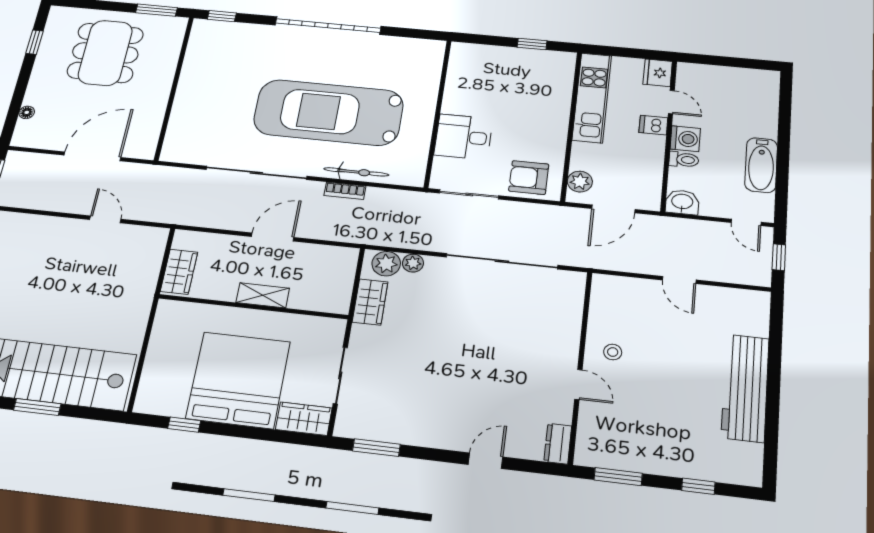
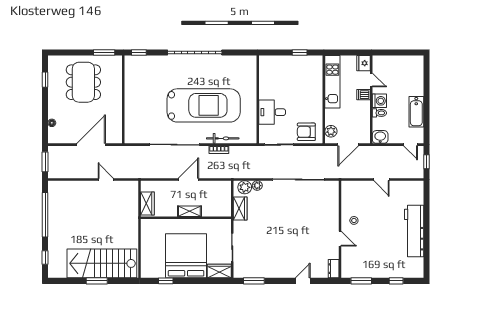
car: (328, 112) -> (204, 105), turned 180

